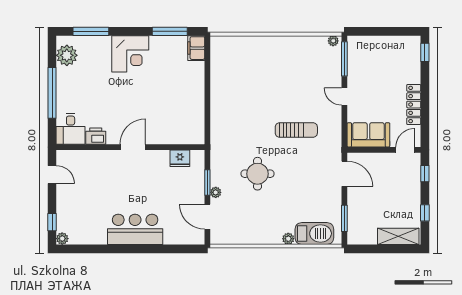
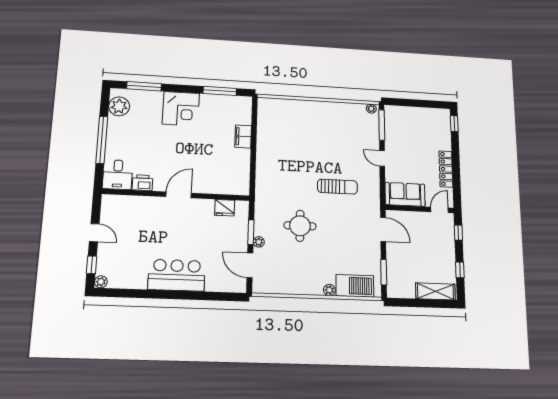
filing cabinet: (196, 48) -> (243, 137), moved
door: (52, 175) -> (94, 233), moved

